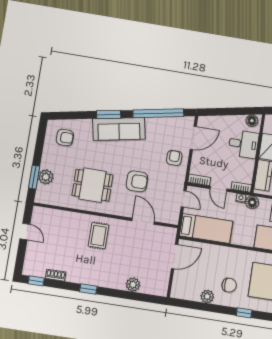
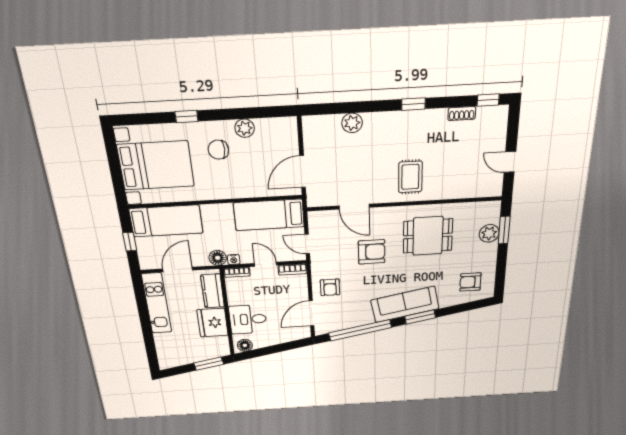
armchair: (137, 181) -> (372, 252), turned 180

